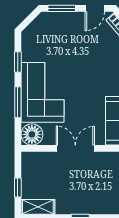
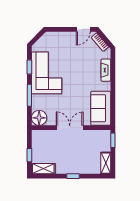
window: (62, 8) -> (60, 29), removed
corner sofa: (43, 92) -> (47, 73), moved

